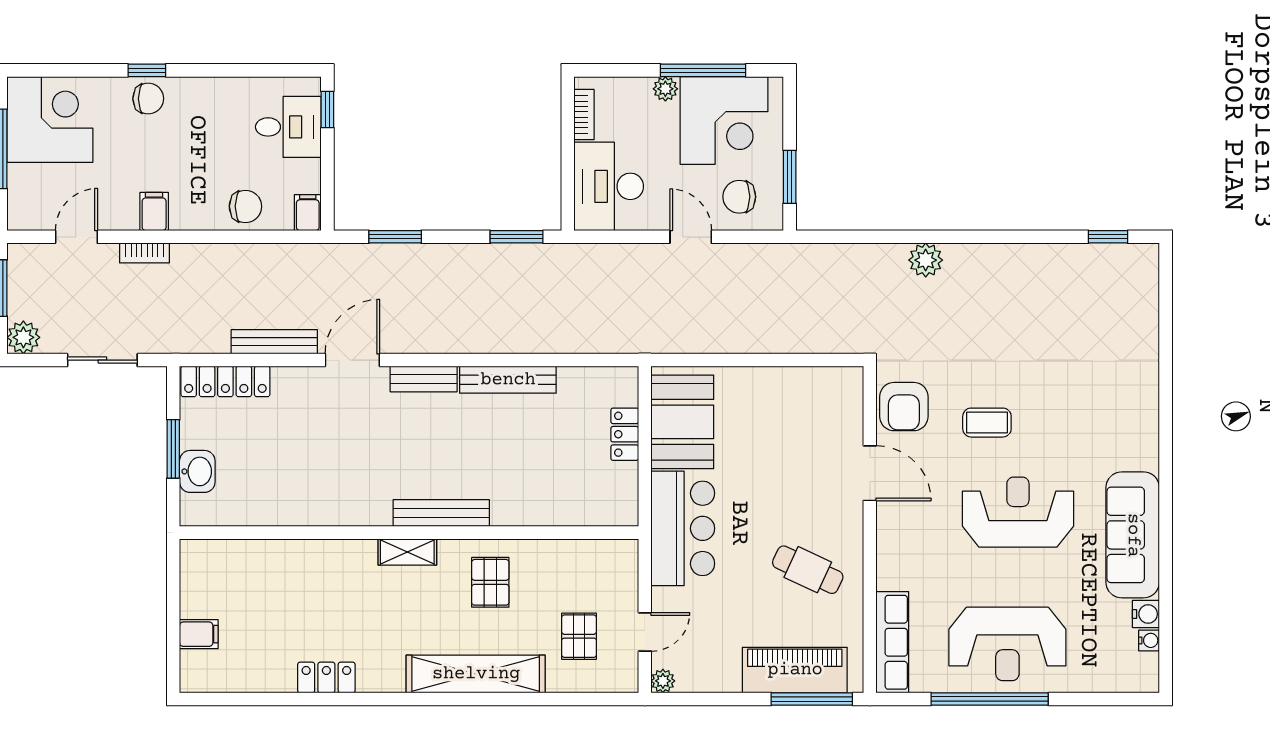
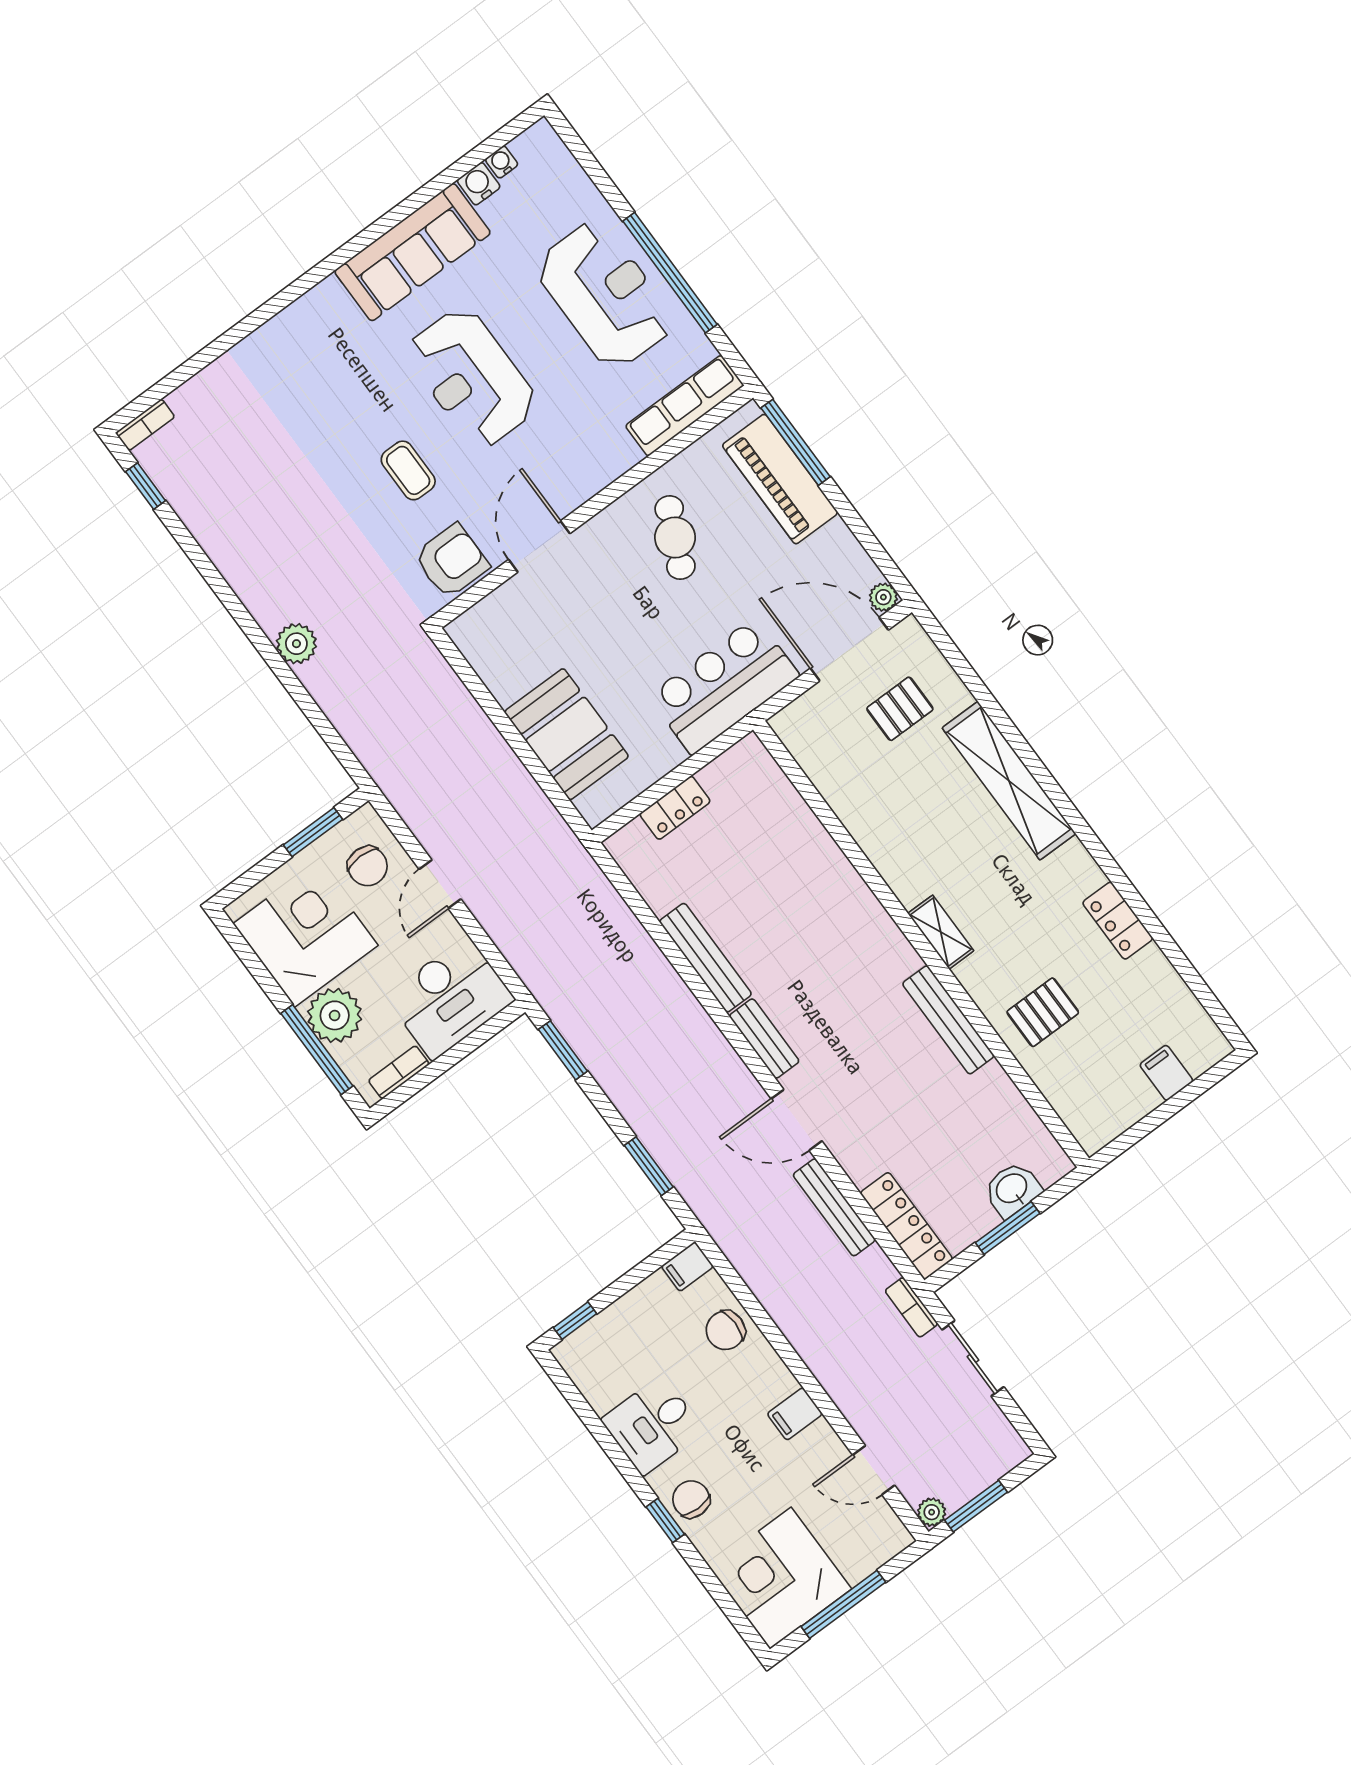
window: (703, 70) -> (317, 1050), moved
plant: (665, 89) -> (335, 1015), width x1.87, depth x1.87
desk: (288, 127) -> (652, 1425), moved, turned -90
chair: (245, 206) -> (725, 1330), turned -90
bookcase: (145, 253) -> (911, 1307), moved, turned 180
bookcase: (1150, 267) -> (145, 425), added
plant: (23, 337) -> (932, 1512), moved, width x0.73, depth x0.73
booth: (682, 422) -> (567, 734), moved, turned 90
bench: (441, 513) -> (948, 1020), moved
pallet: (490, 582) -> (1043, 1012), moved
door: (645, 632) -> (849, 649), width x1.88

